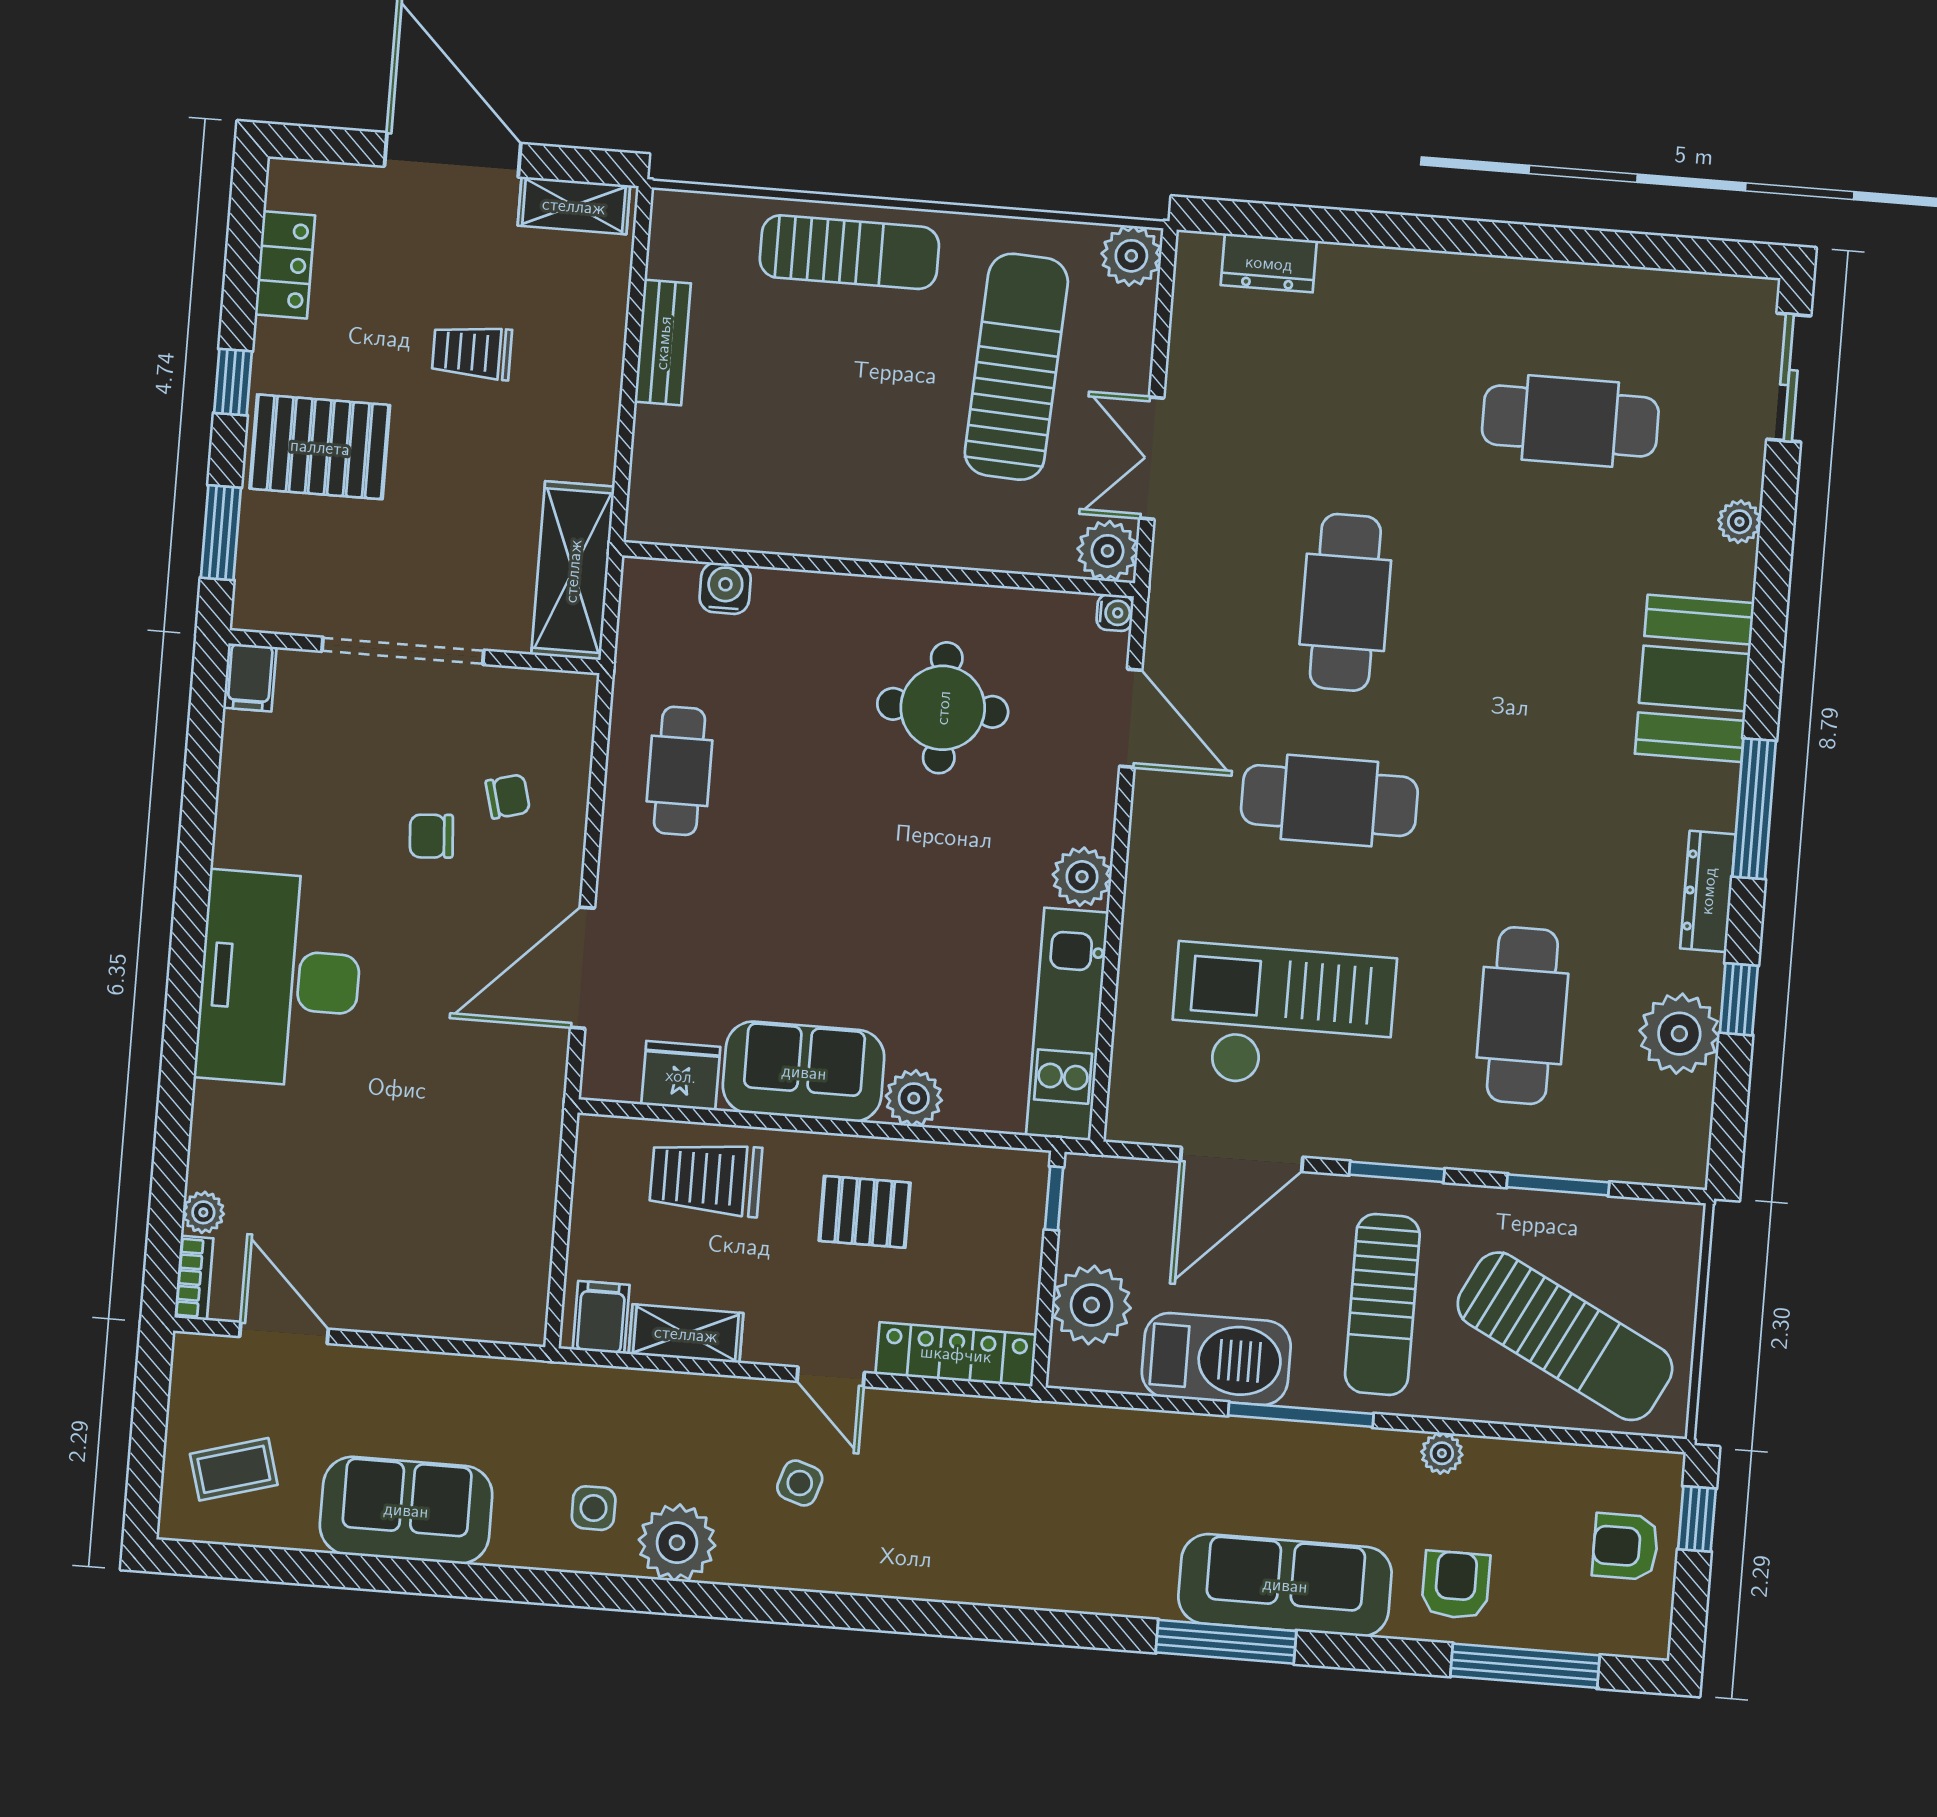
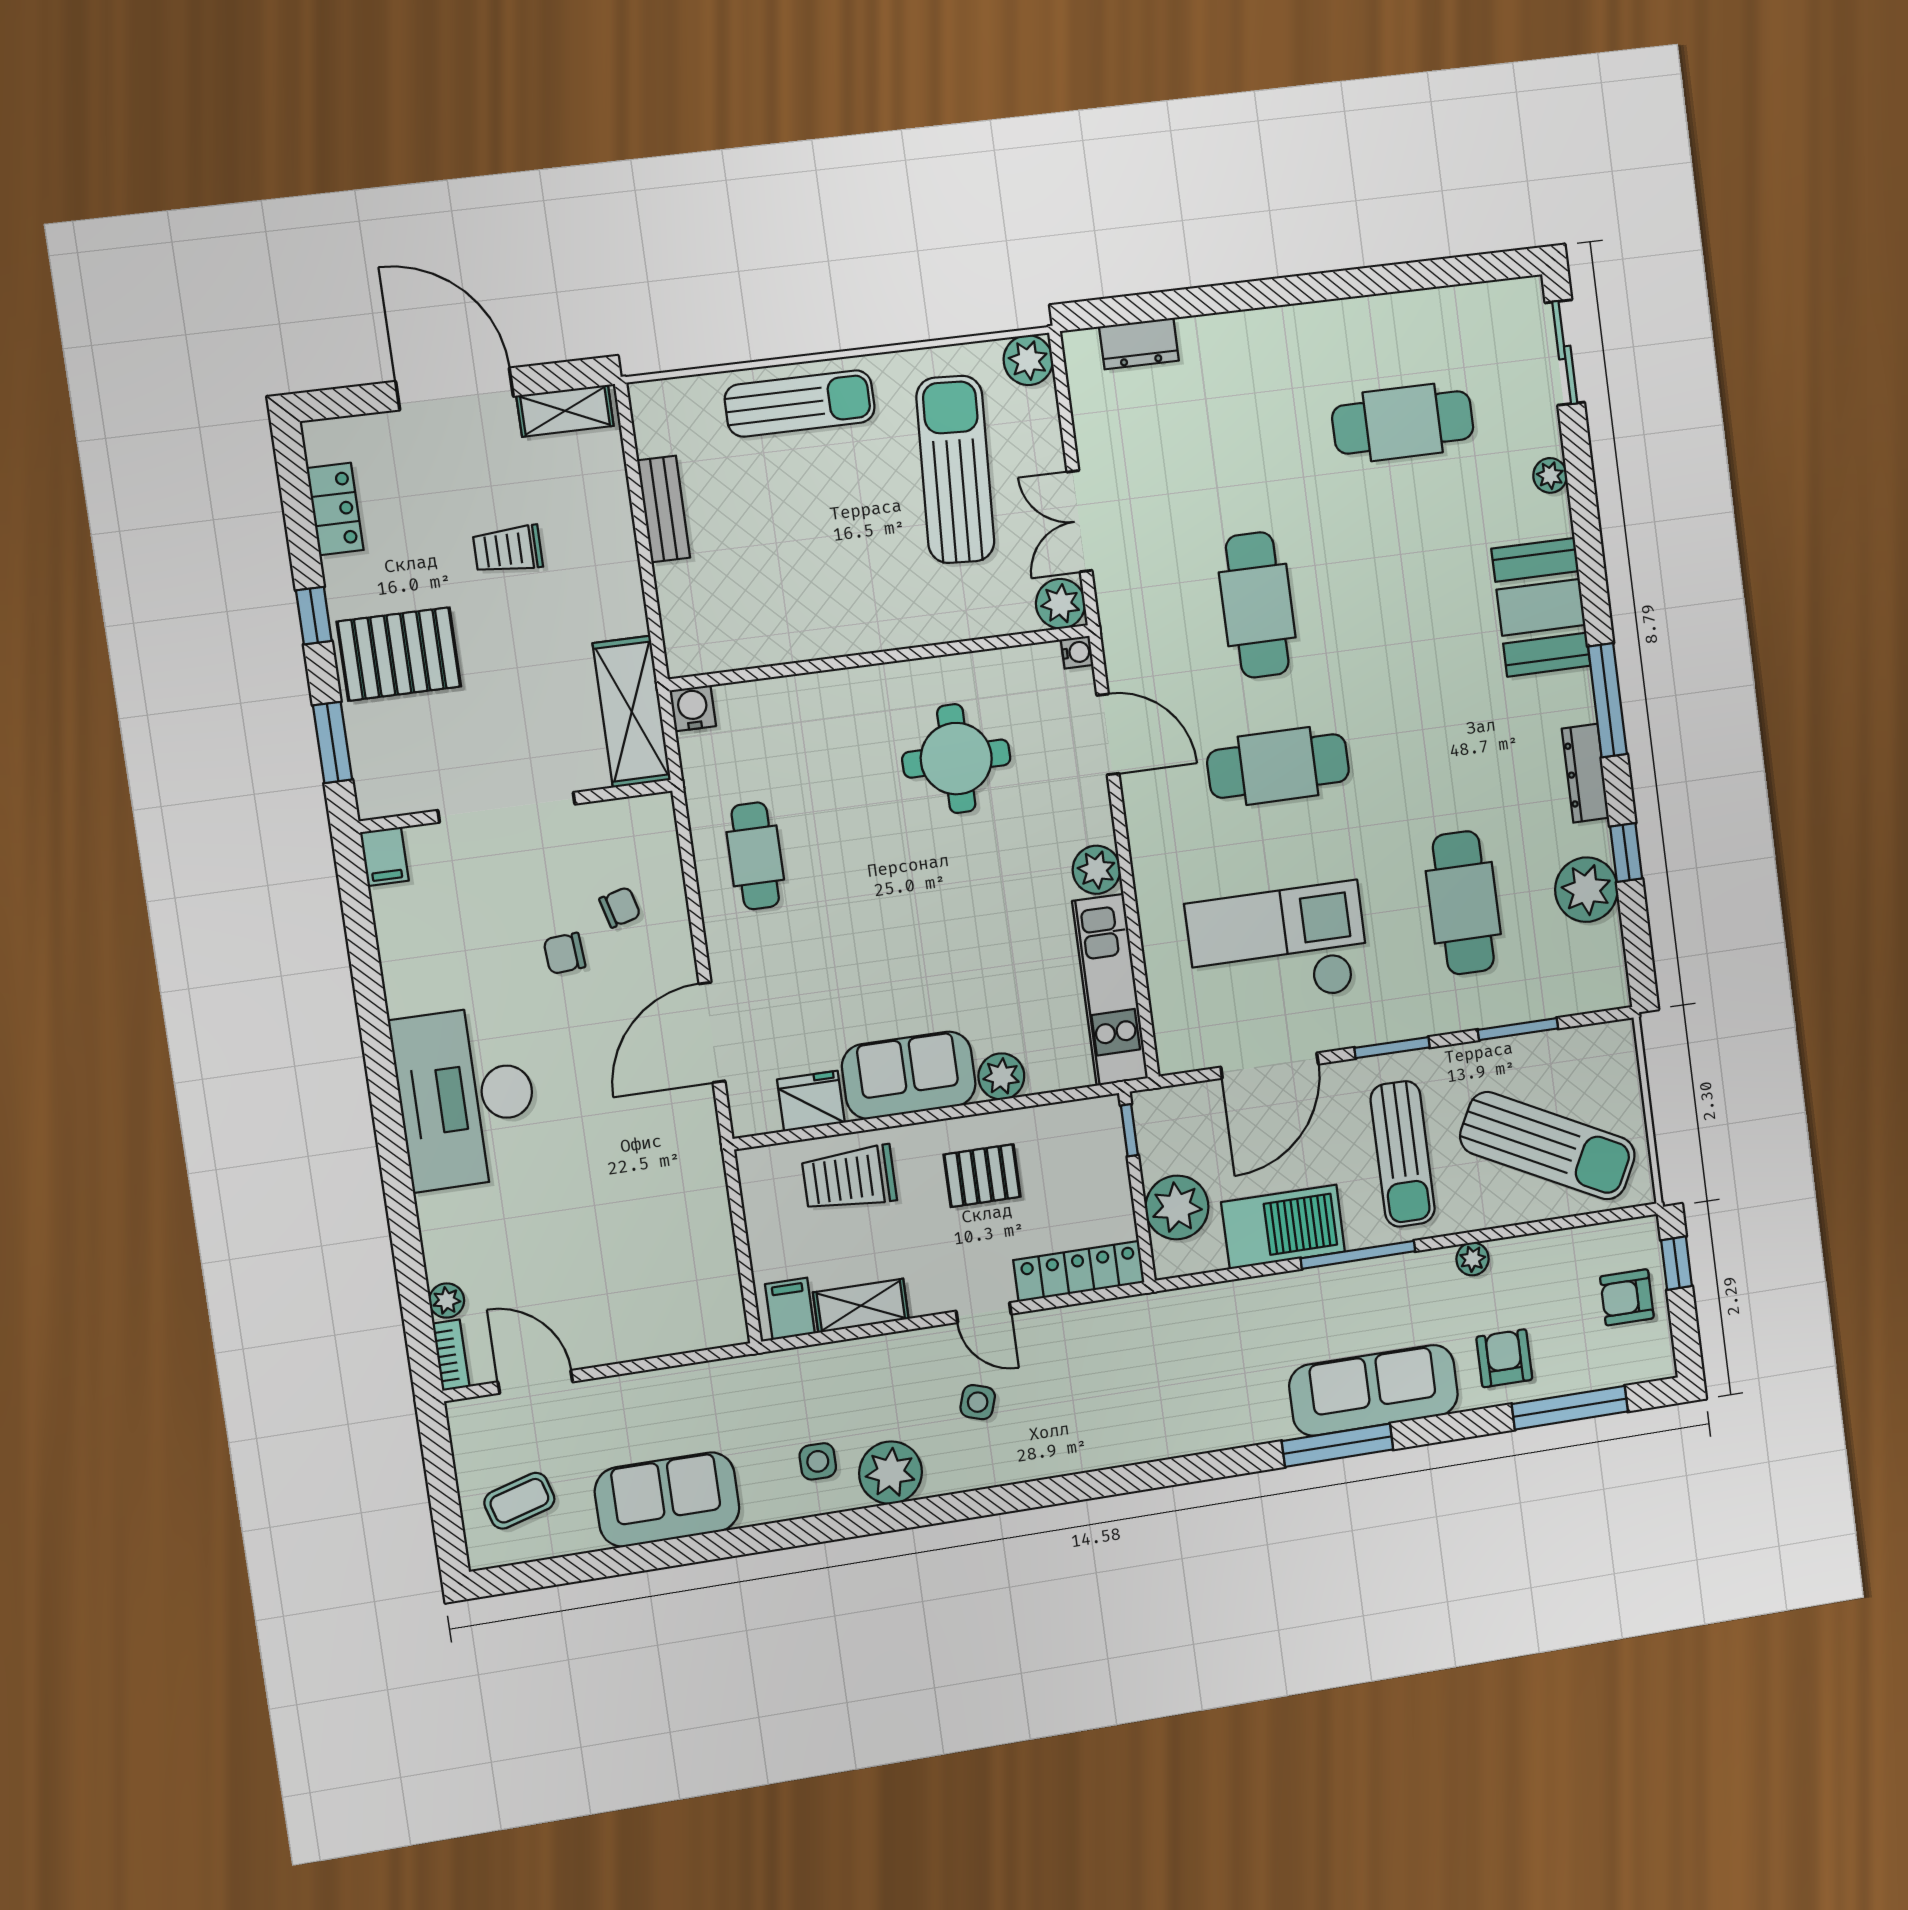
water cooler: (725, 588) -> (693, 708), moved

